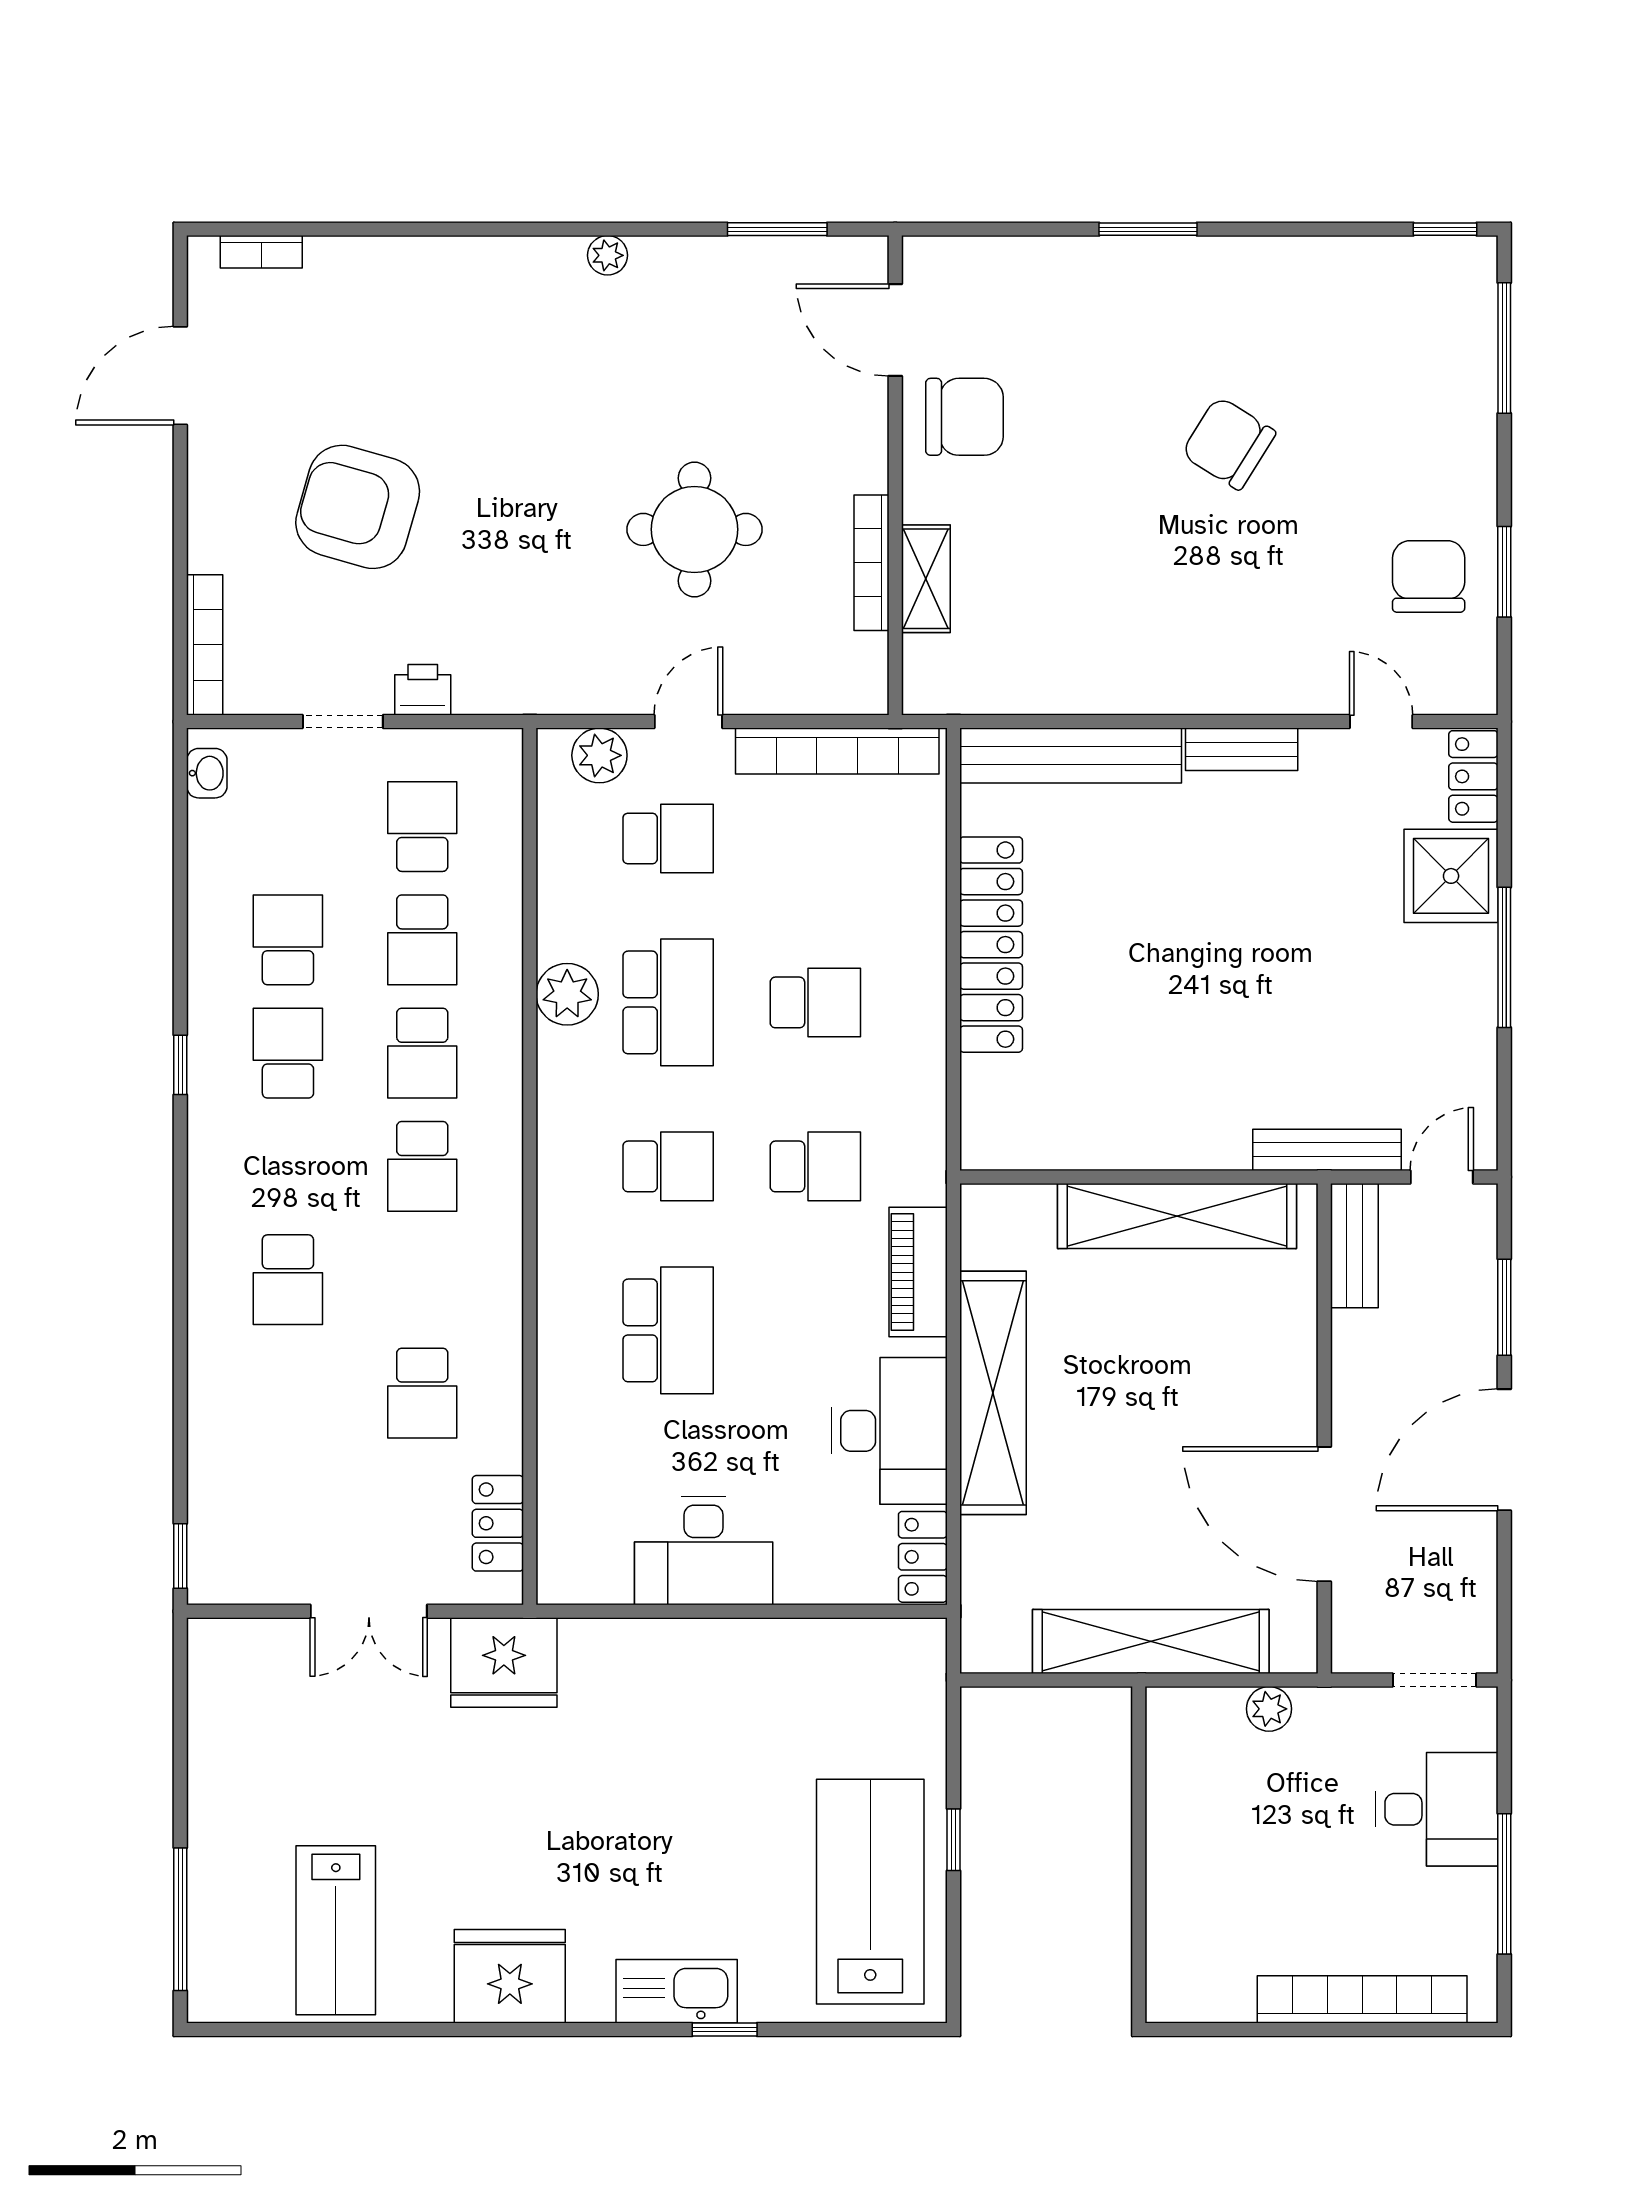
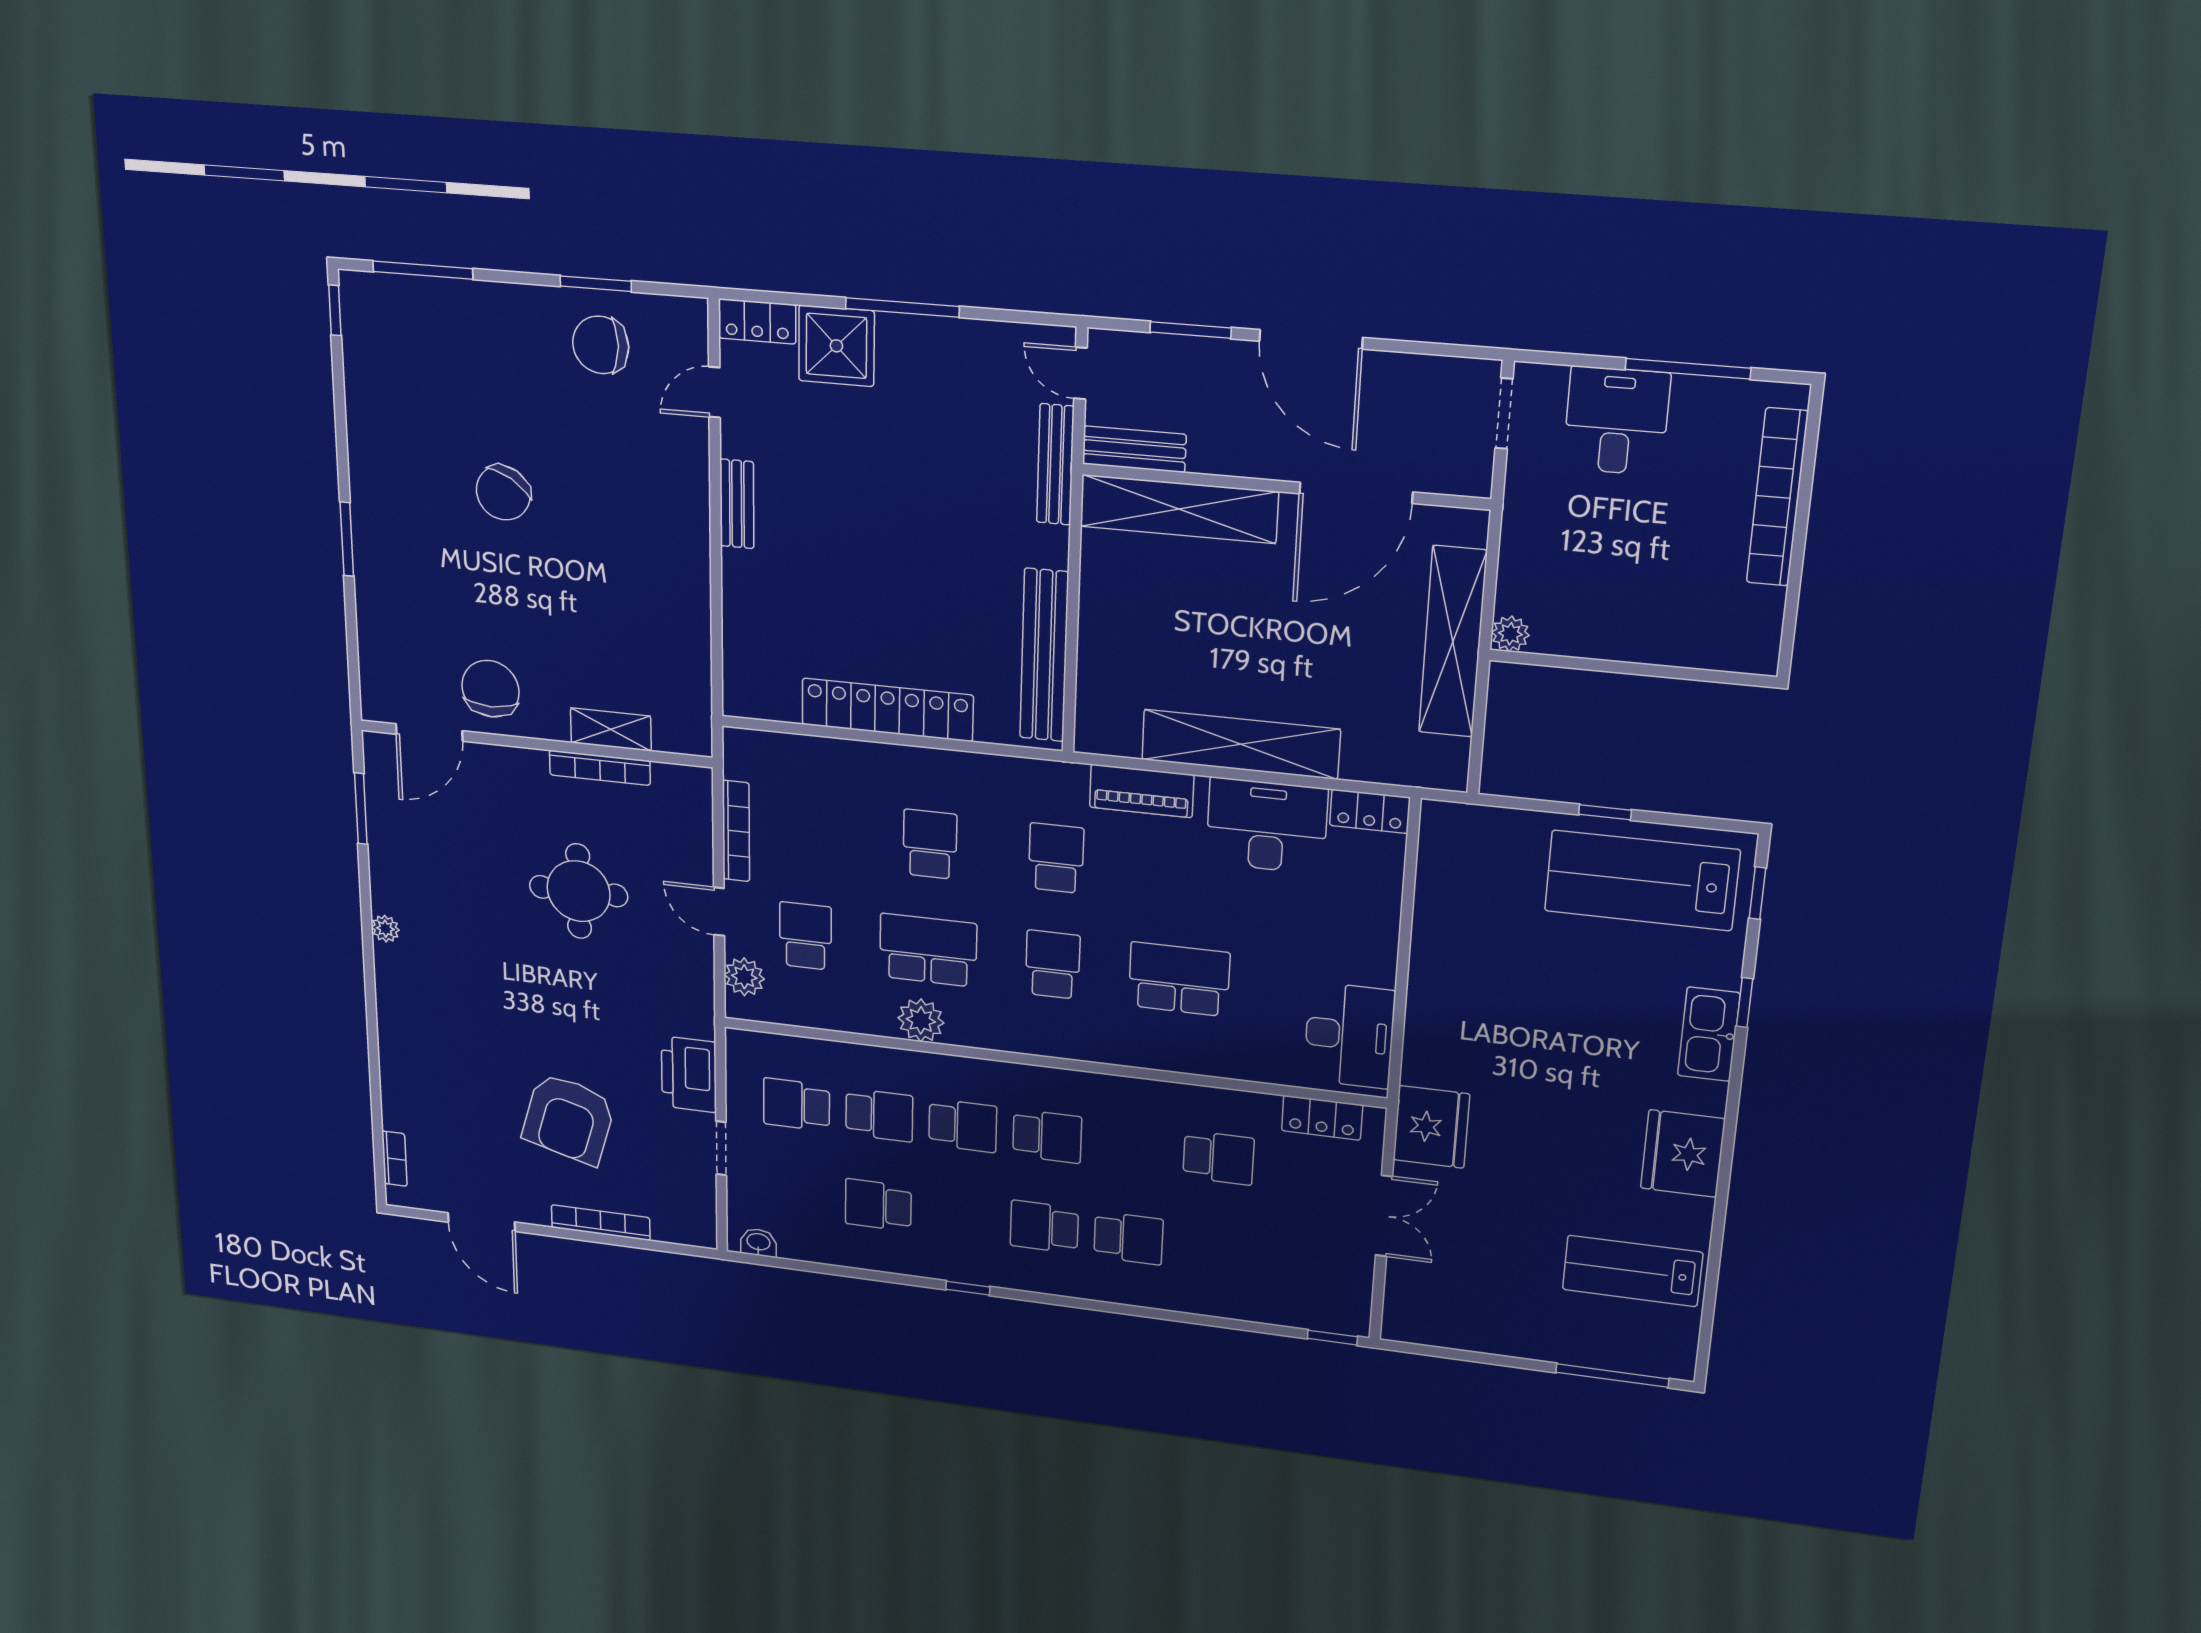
bookcase: (205, 645) -> (601, 1223), moved
printer: (423, 690) -> (689, 1074), width x1.87, depth x1.48
bookcase: (837, 751) -> (736, 831), width x0.68, depth x0.76
bench: (1071, 755) -> (1044, 655), moved
school desk: (288, 1053) -> (1044, 1227), moved
shelving: (1177, 1216) -> (1179, 509), moved, turned 90
desk: (704, 1551) -> (1349, 1035), moved
plant: (1269, 1709) -> (1510, 634), moved
lab bench: (336, 1930) -> (1632, 1271), turned 180
window: (870, 2030) -> (1757, 893), added

